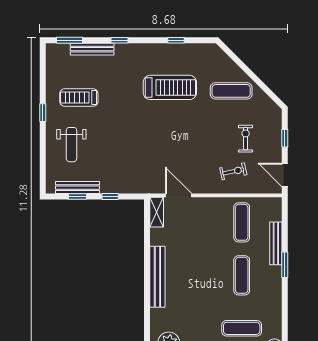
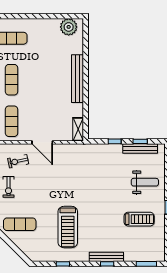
bench: (92, 49) -> (106, 257), moved
treadmill: (170, 87) -> (68, 227), turned -90
weight bench: (71, 145) -> (145, 182), turned 90
door: (179, 195) -> (42, 142), moved

